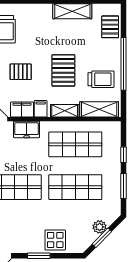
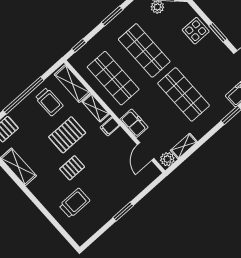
pallet: (21, 72) -> (72, 168), moved, turned 90
trolley: (101, 79) -> (49, 102), turned 180
filing cabinet: (22, 110) -> (122, 140), removed
window: (124, 155) -> (79, 46), moved

